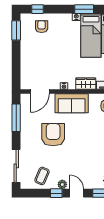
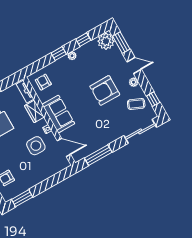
side table: (55, 68) -> (36, 146), added
armchair: (53, 135) -> (105, 90), moved
window: (56, 193) -> (153, 99), moved
door: (77, 193) -> (134, 65), swing flipped

